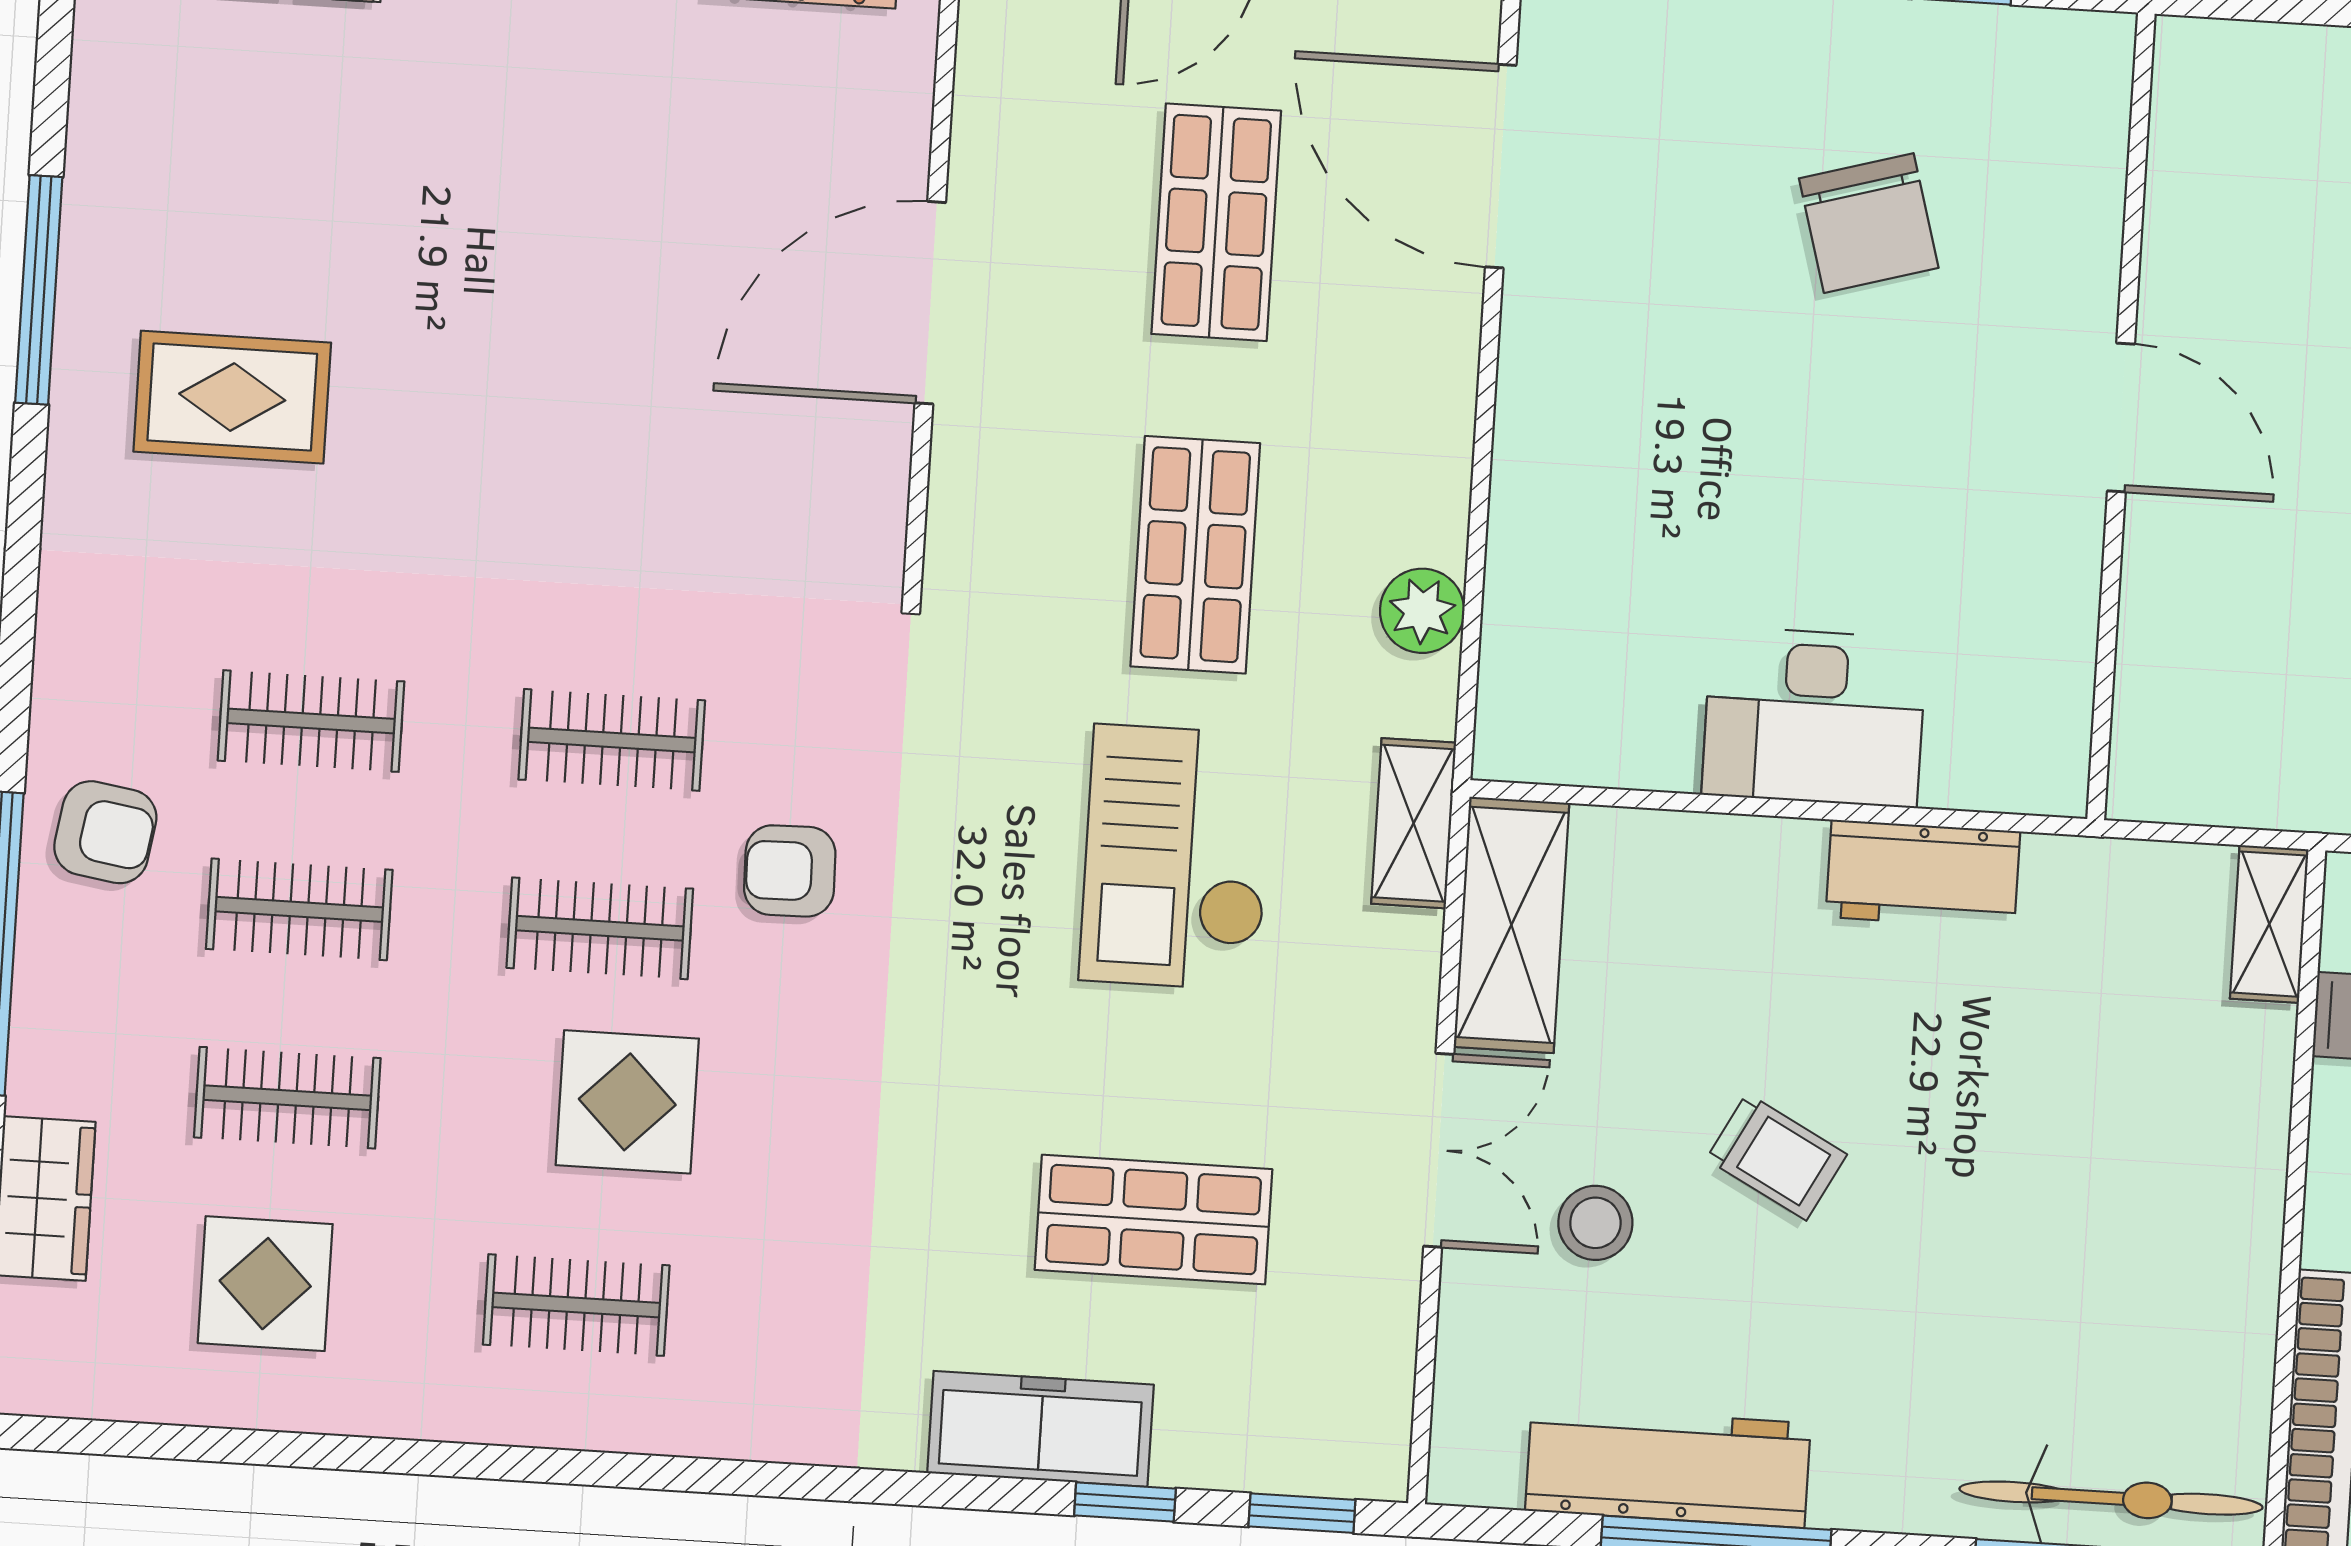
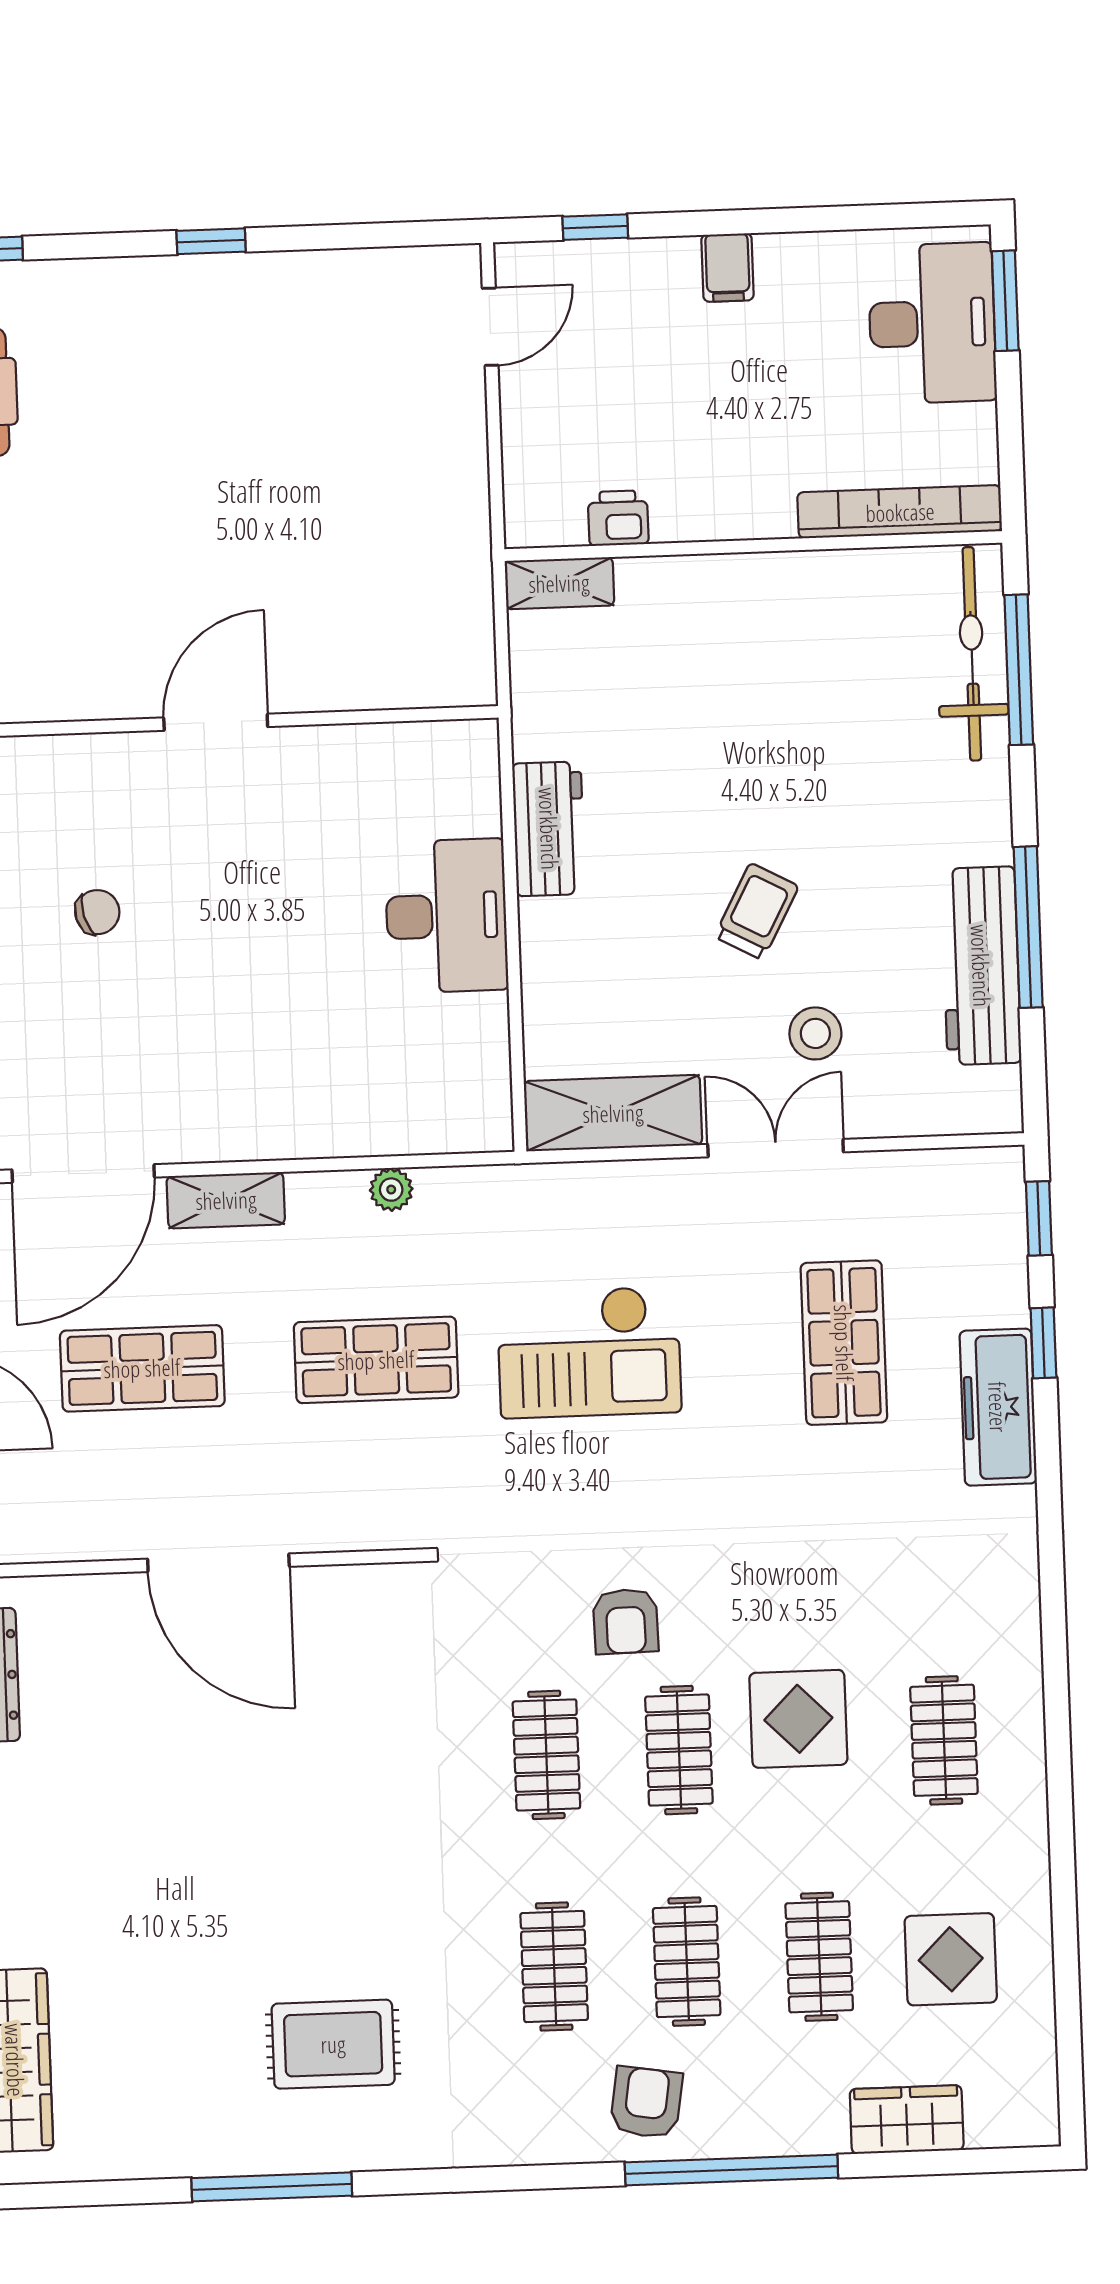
chair: (1869, 223) -> (97, 912), width x0.54, depth x0.54
rug: (232, 397) -> (333, 2044), turned 90
plant: (1422, 611) -> (391, 1190), width x0.73, depth x0.73
shelving: (1414, 823) -> (226, 1200), moved

